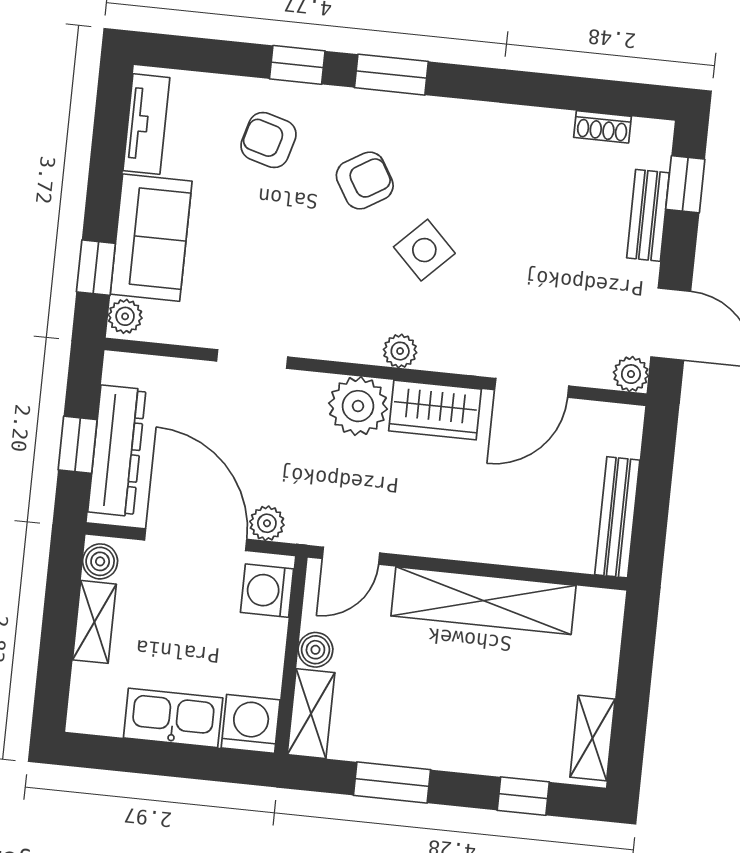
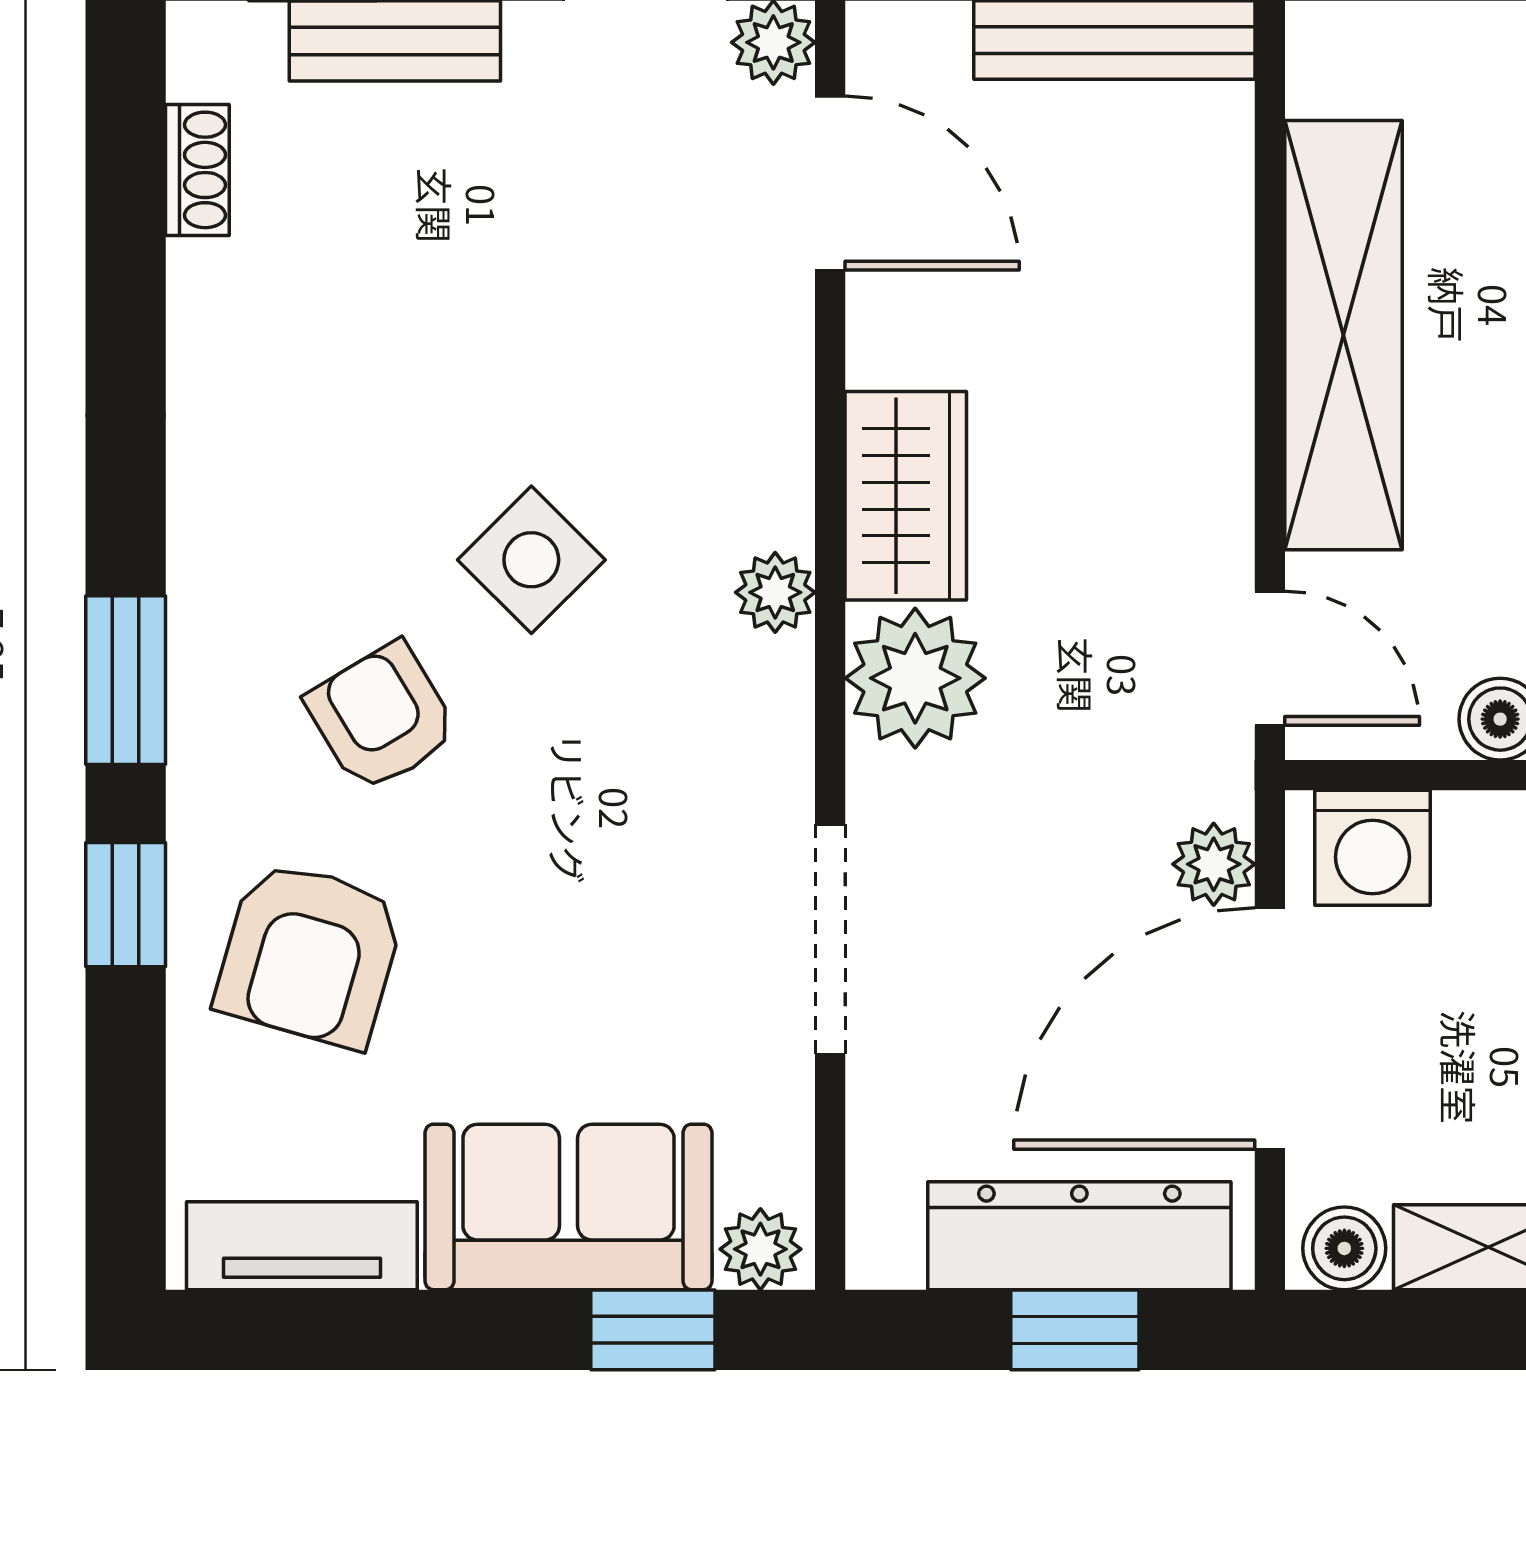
armchair: (269, 140) -> (310, 954), width x1.38, depth x1.38
doorway: (252, 359) -> (830, 939), width x1.38
door: (532, 388) -> (830, 183), moved

